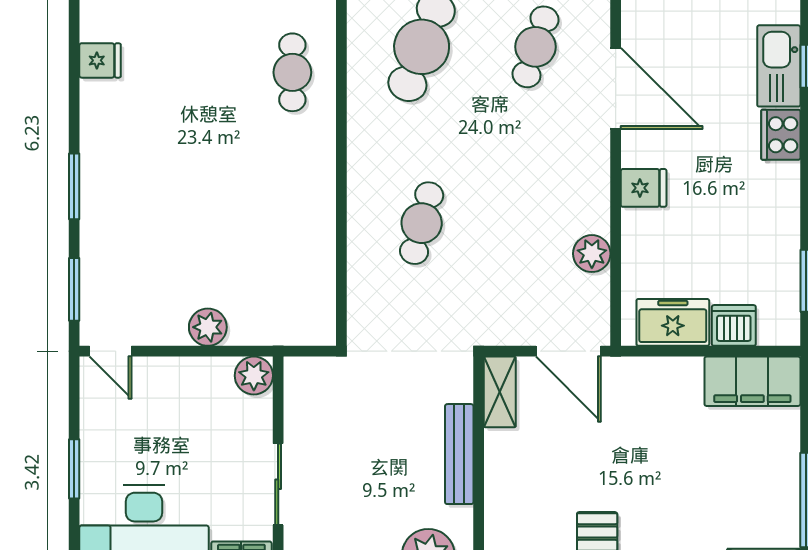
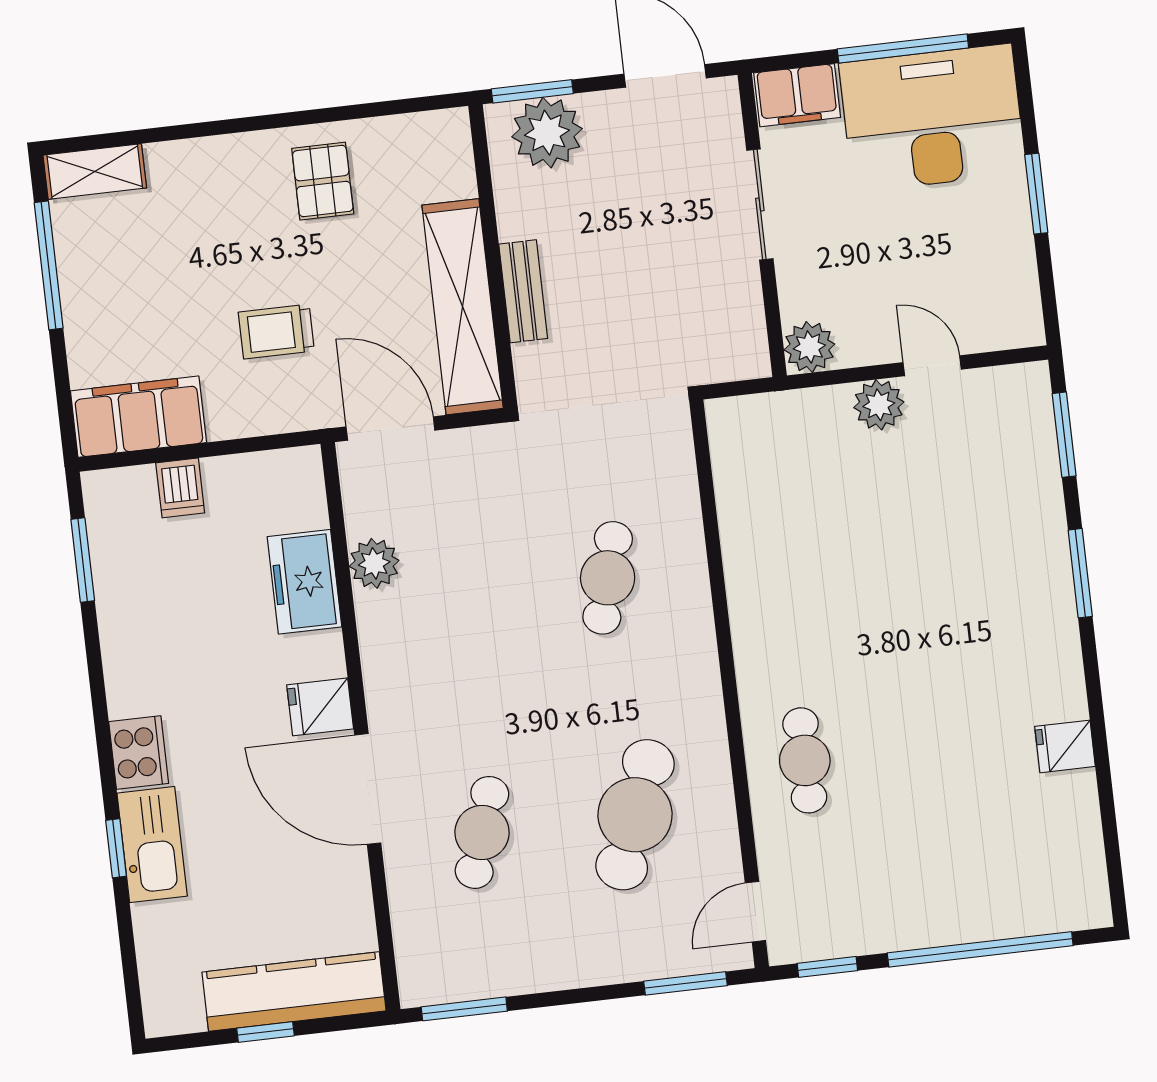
fridge: (644, 188) -> (320, 707), moved
freezer: (673, 322) -> (304, 582), moved, turned 90
dishwasher: (734, 325) -> (180, 488), width x0.73
door: (110, 351) -> (932, 366), moved
shelving: (500, 392) -> (463, 307), width x2.20, depth x1.33
trolley: (644, 432) -> (276, 332), added
bench: (459, 454) -> (523, 291), width x0.73

